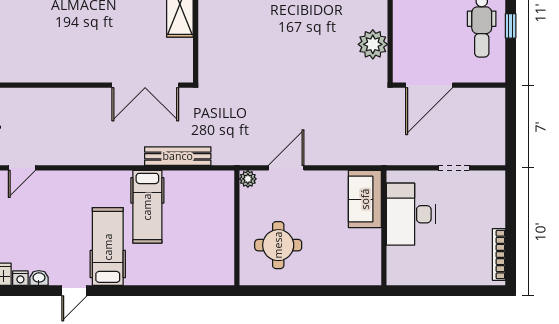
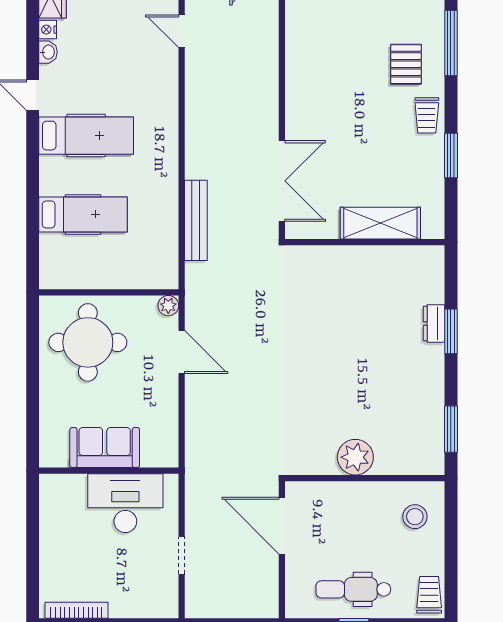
plant: (373, 44) -> (355, 457), moved
double door: (145, 85) -> (282, 181), swing flipped
sofa: (365, 199) -> (105, 448), moved
hospital bed: (147, 207) -> (83, 214), moved, turned 180
round table: (278, 245) -> (88, 342), width x1.36, depth x1.36

